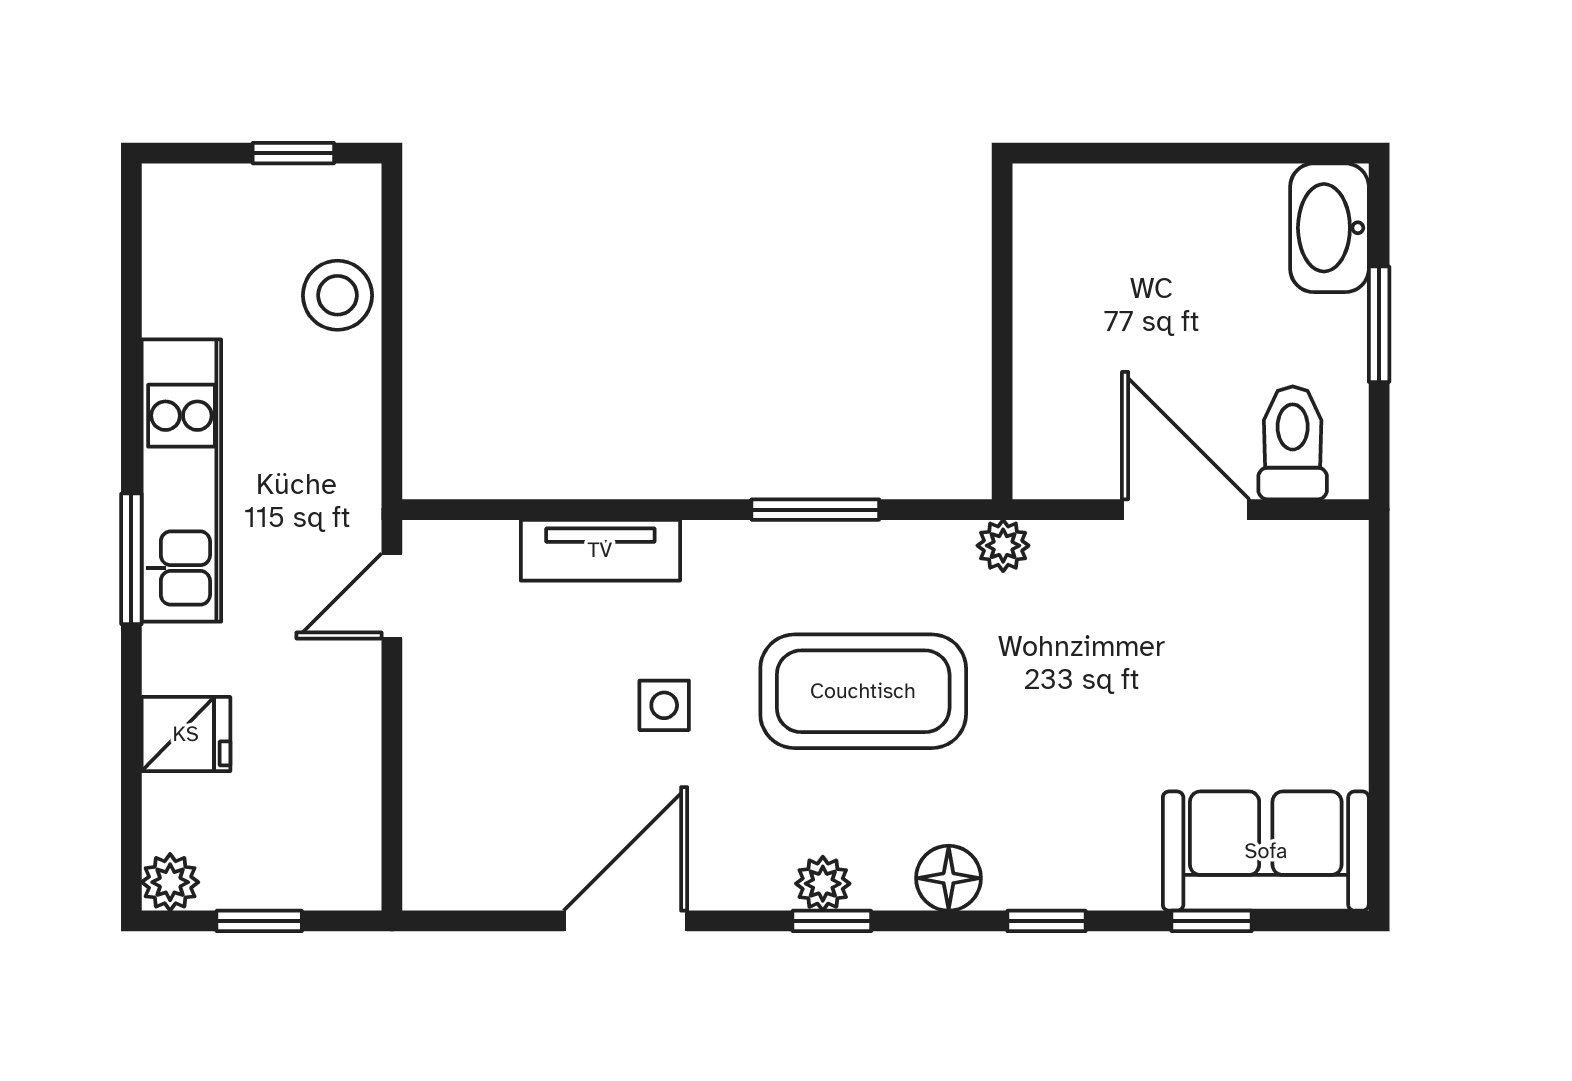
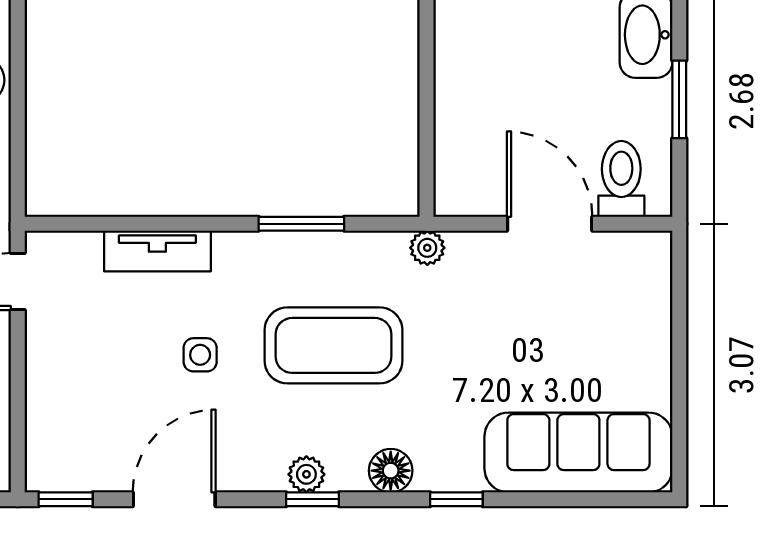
sofa: (1266, 851) -> (578, 452), width x1.36
window: (1212, 921) -> (66, 499), moved

